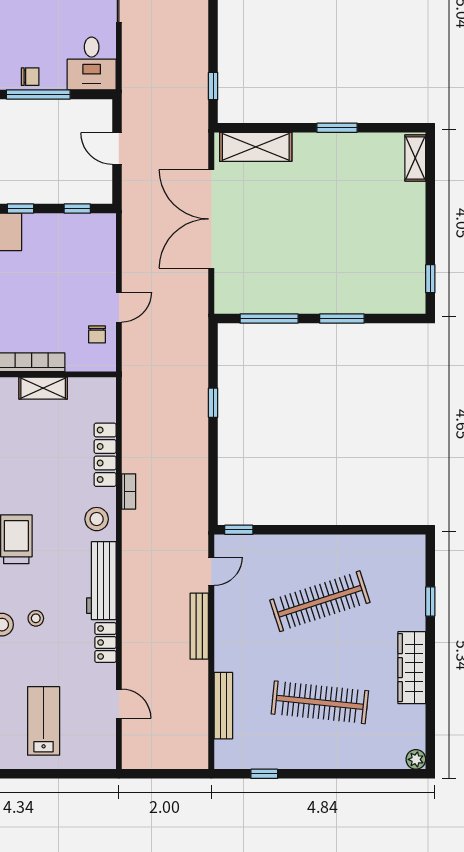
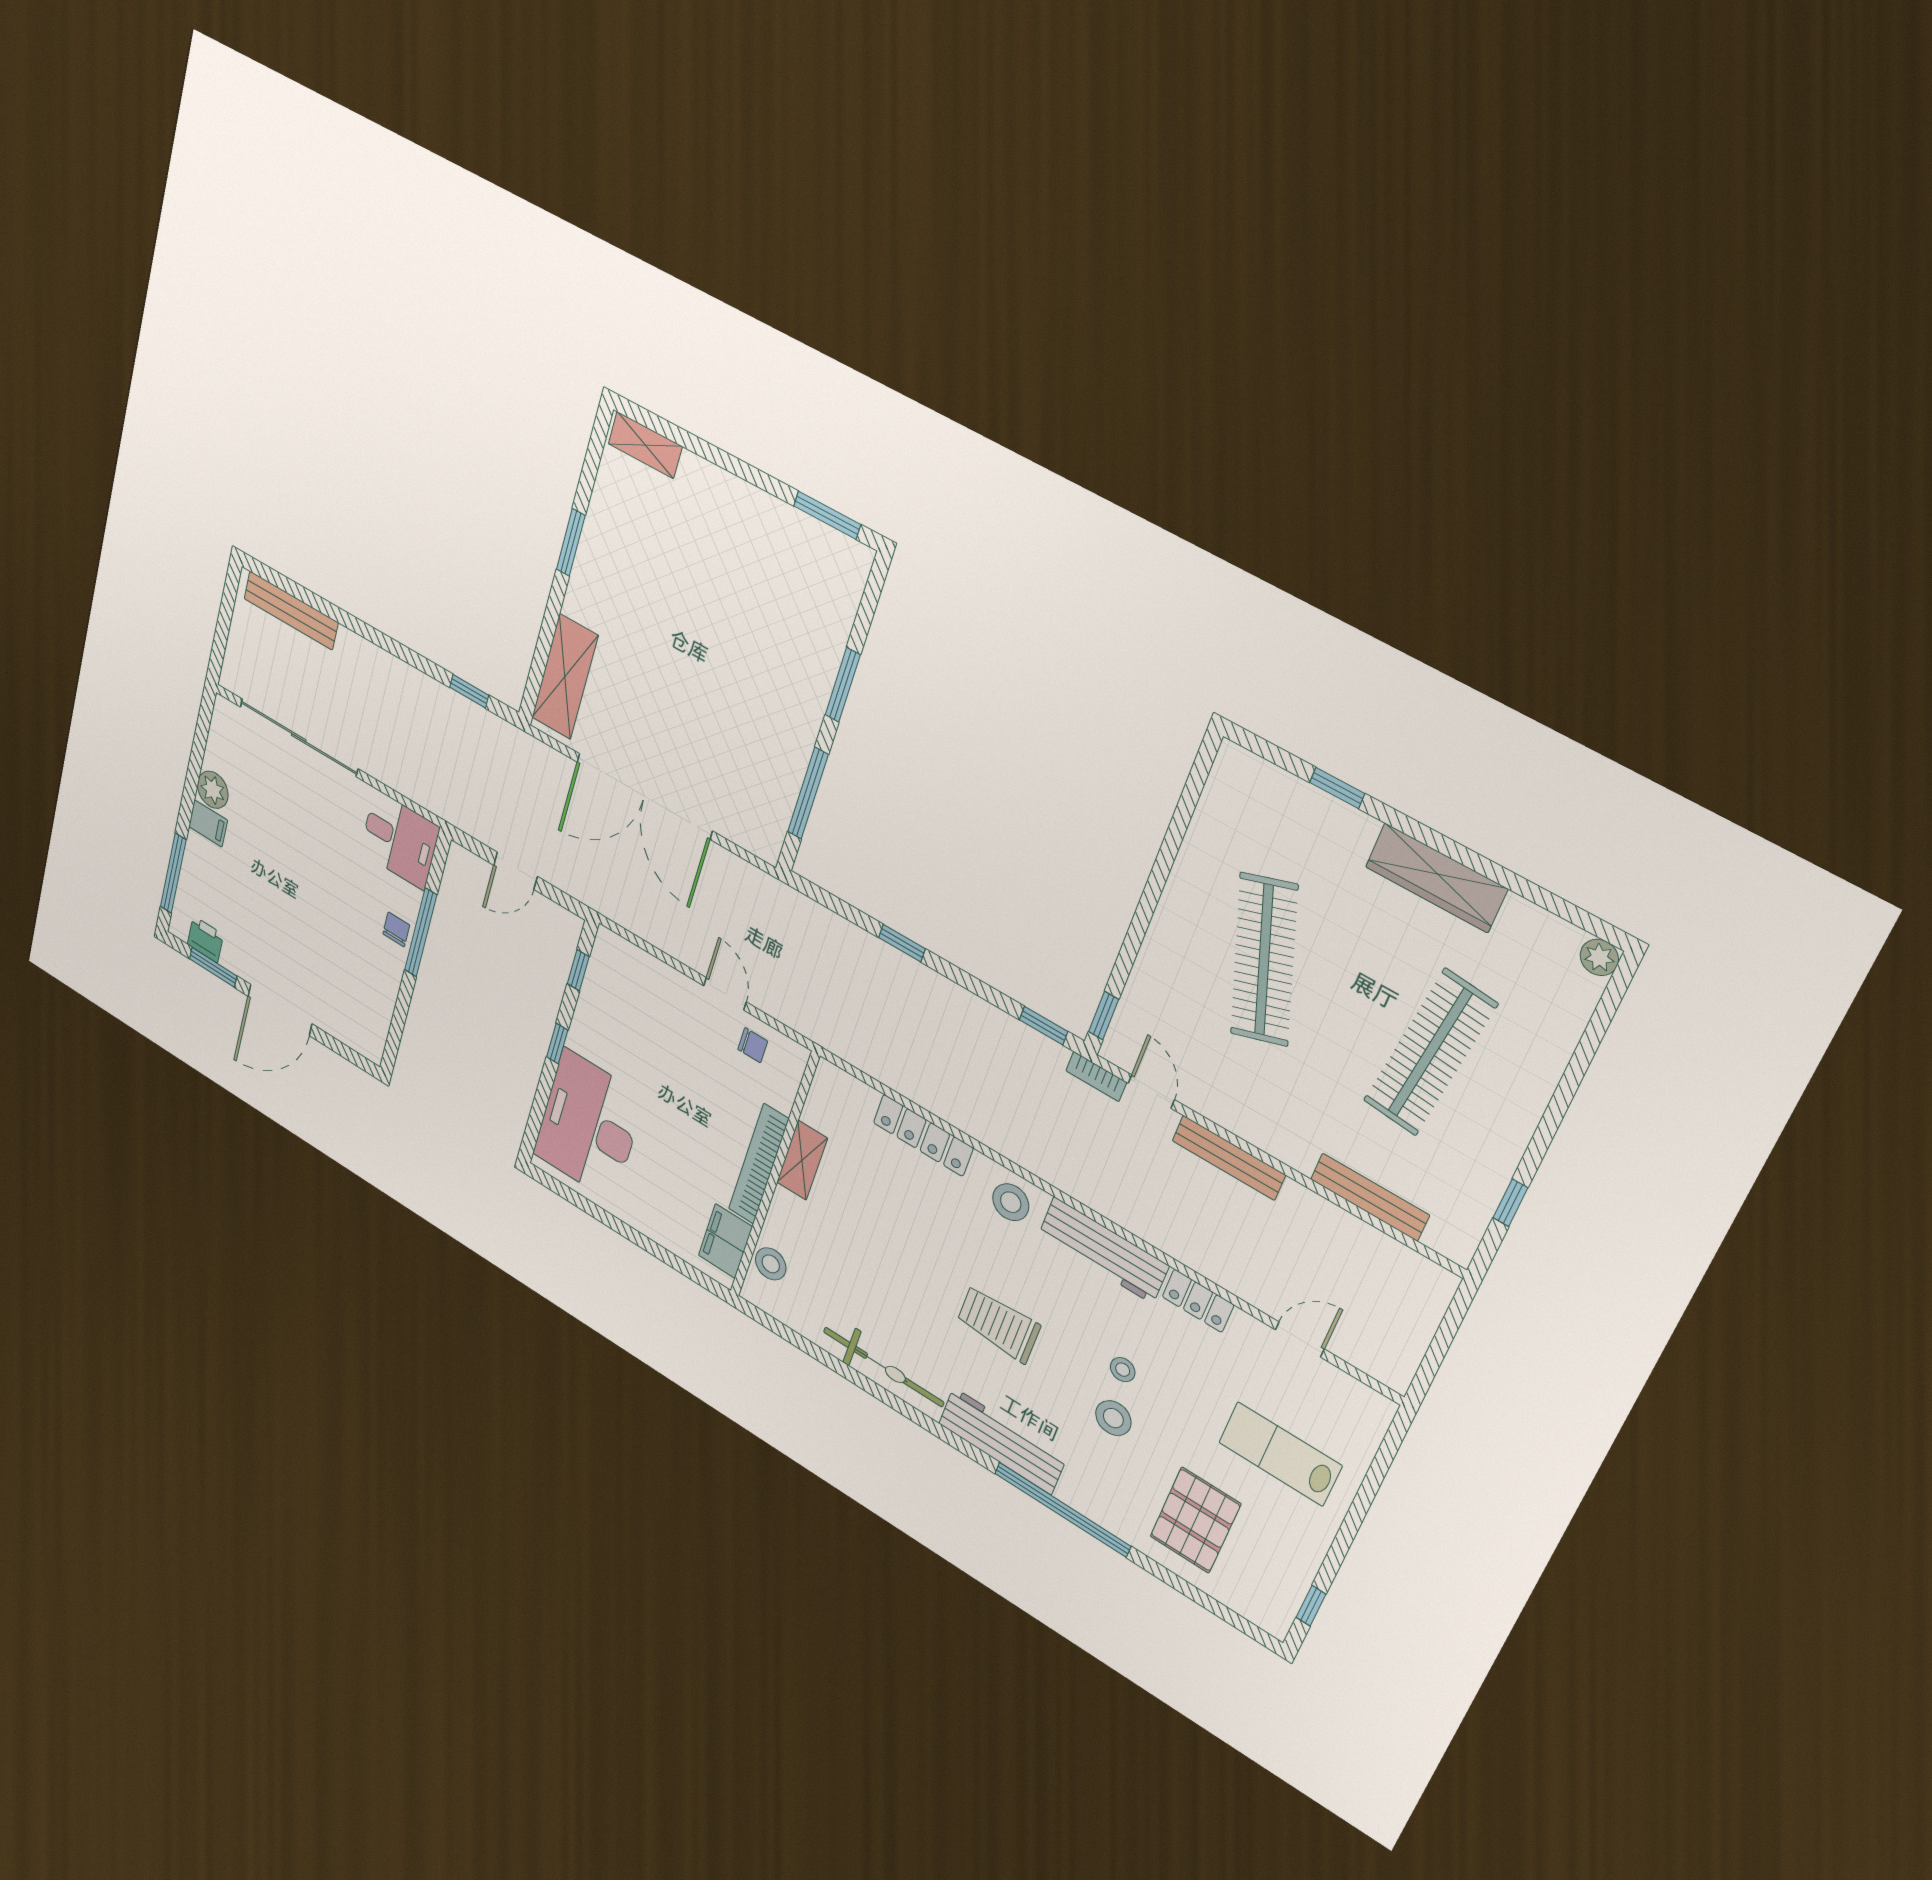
window: (430, 279) -> (827, 515), width x1.50
bookcase: (129, 491) -> (1096, 1077), moved, turned 180
window: (213, 499) -> (1044, 1026), added

